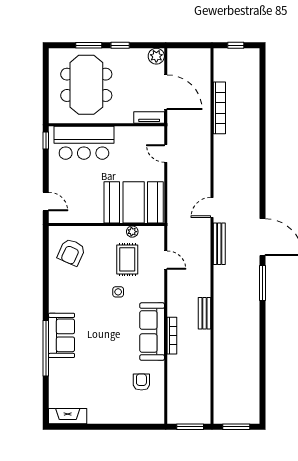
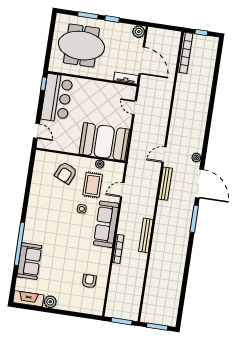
meeting table: (86, 85) -> (81, 46), turned 90
bookcase: (219, 108) -> (185, 53), moved
bar counter: (84, 143) -> (57, 98), moved, turned -90
plant: (254, 205) -> (196, 158), added
armchair: (71, 252) -> (66, 173), moved
door: (166, 260) -> (122, 190), swing flipped
bench: (204, 313) -> (146, 235), width x1.36
sofa: (152, 332) -> (106, 224), moved
sofa: (62, 335) -> (29, 261), moved
plant: (96, 416) -> (50, 302), added

